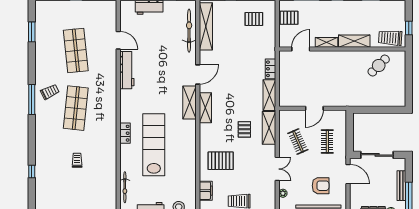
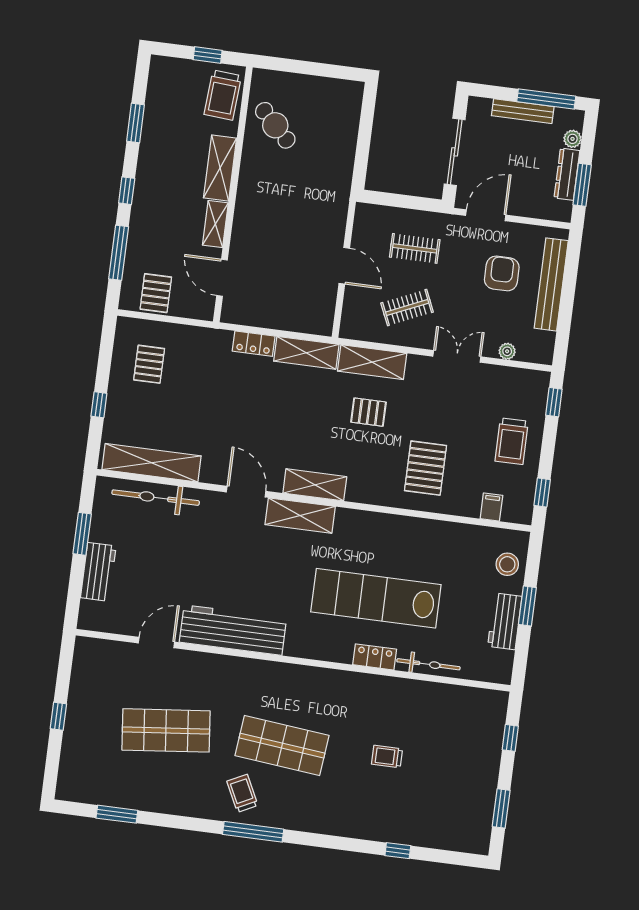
workbench: (127, 70) -> (233, 630), width x1.36, depth x1.32
locker: (125, 133) -> (375, 657), moved
bicycle: (125, 187) -> (428, 664), moved
filing cabinet: (206, 191) -> (491, 507), width x0.50

